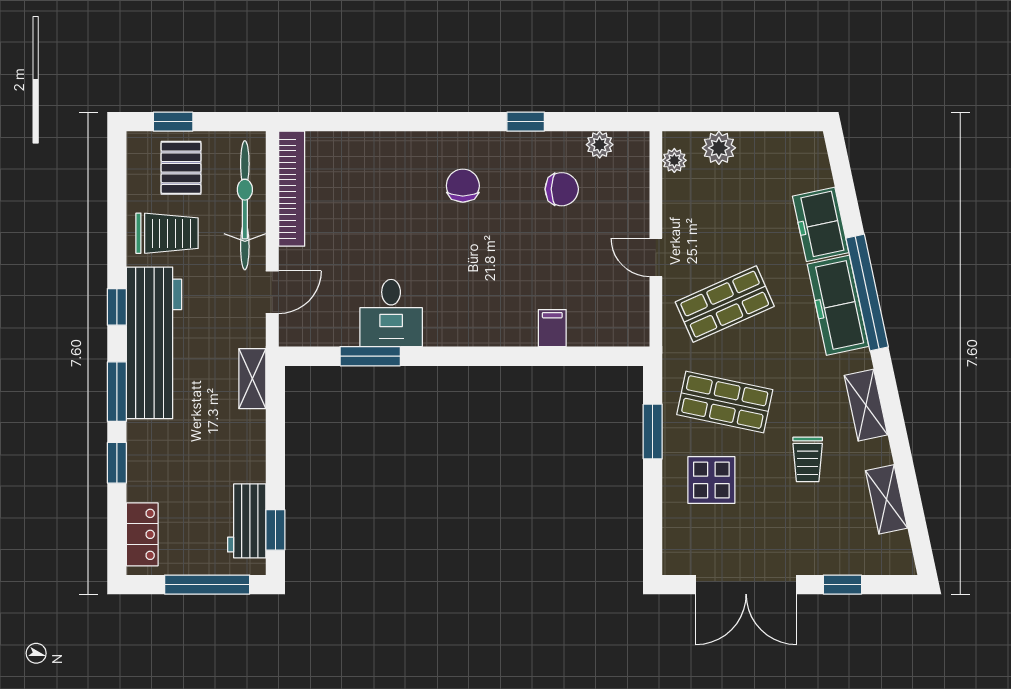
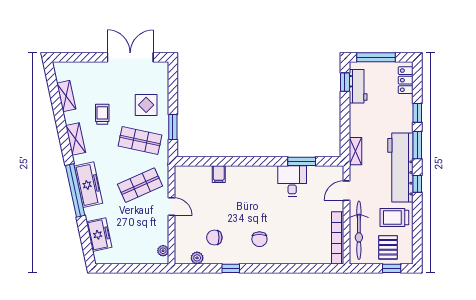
plant: (719, 148) -> (143, 256), removed
freezer: (821, 224) -> (99, 235), moved
window: (842, 585) -> (86, 57), removed

